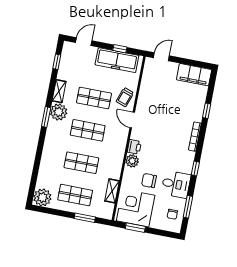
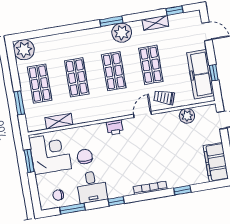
shelving: (59, 91) -> (155, 23), moved
plant: (132, 161) -> (187, 116), moved

